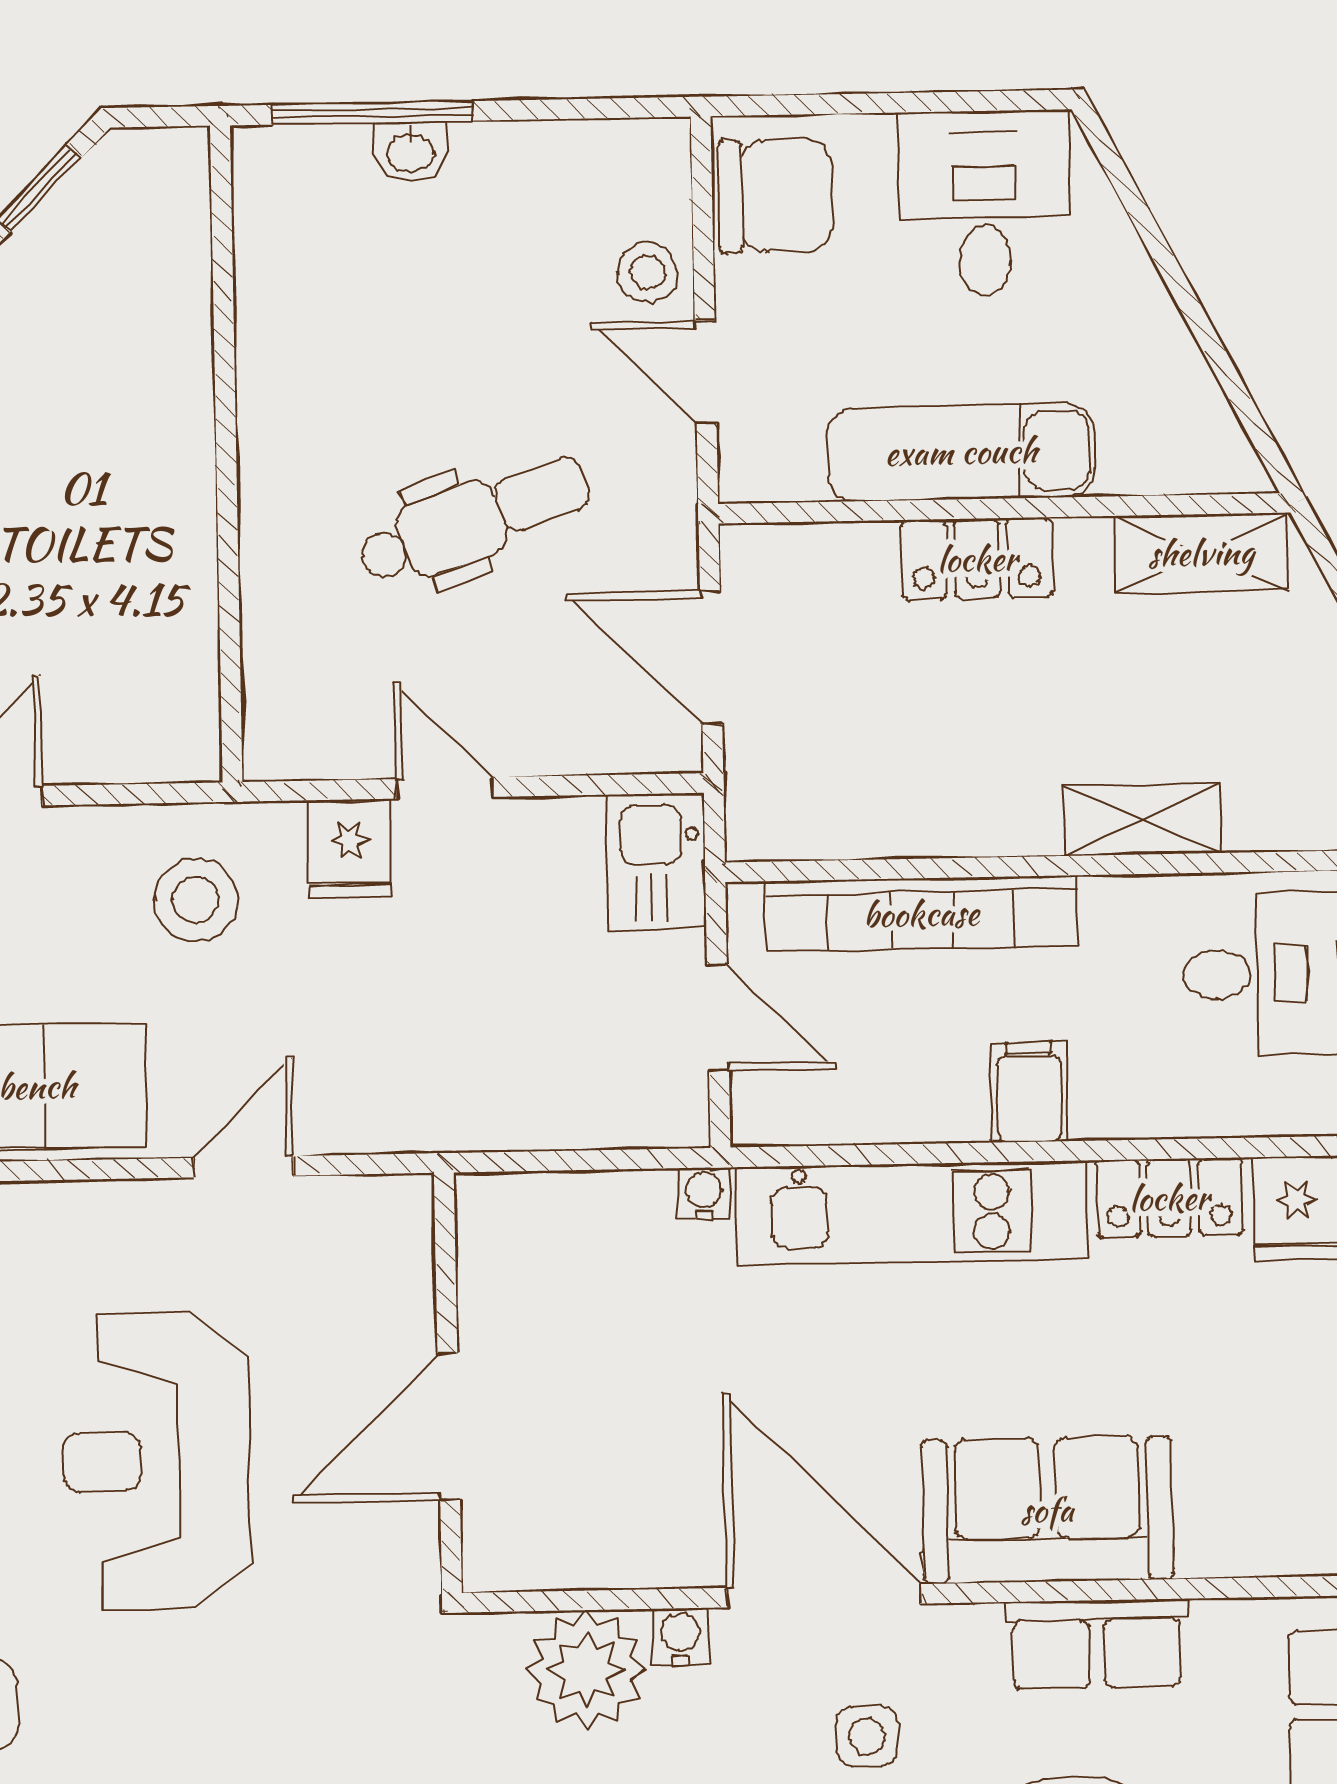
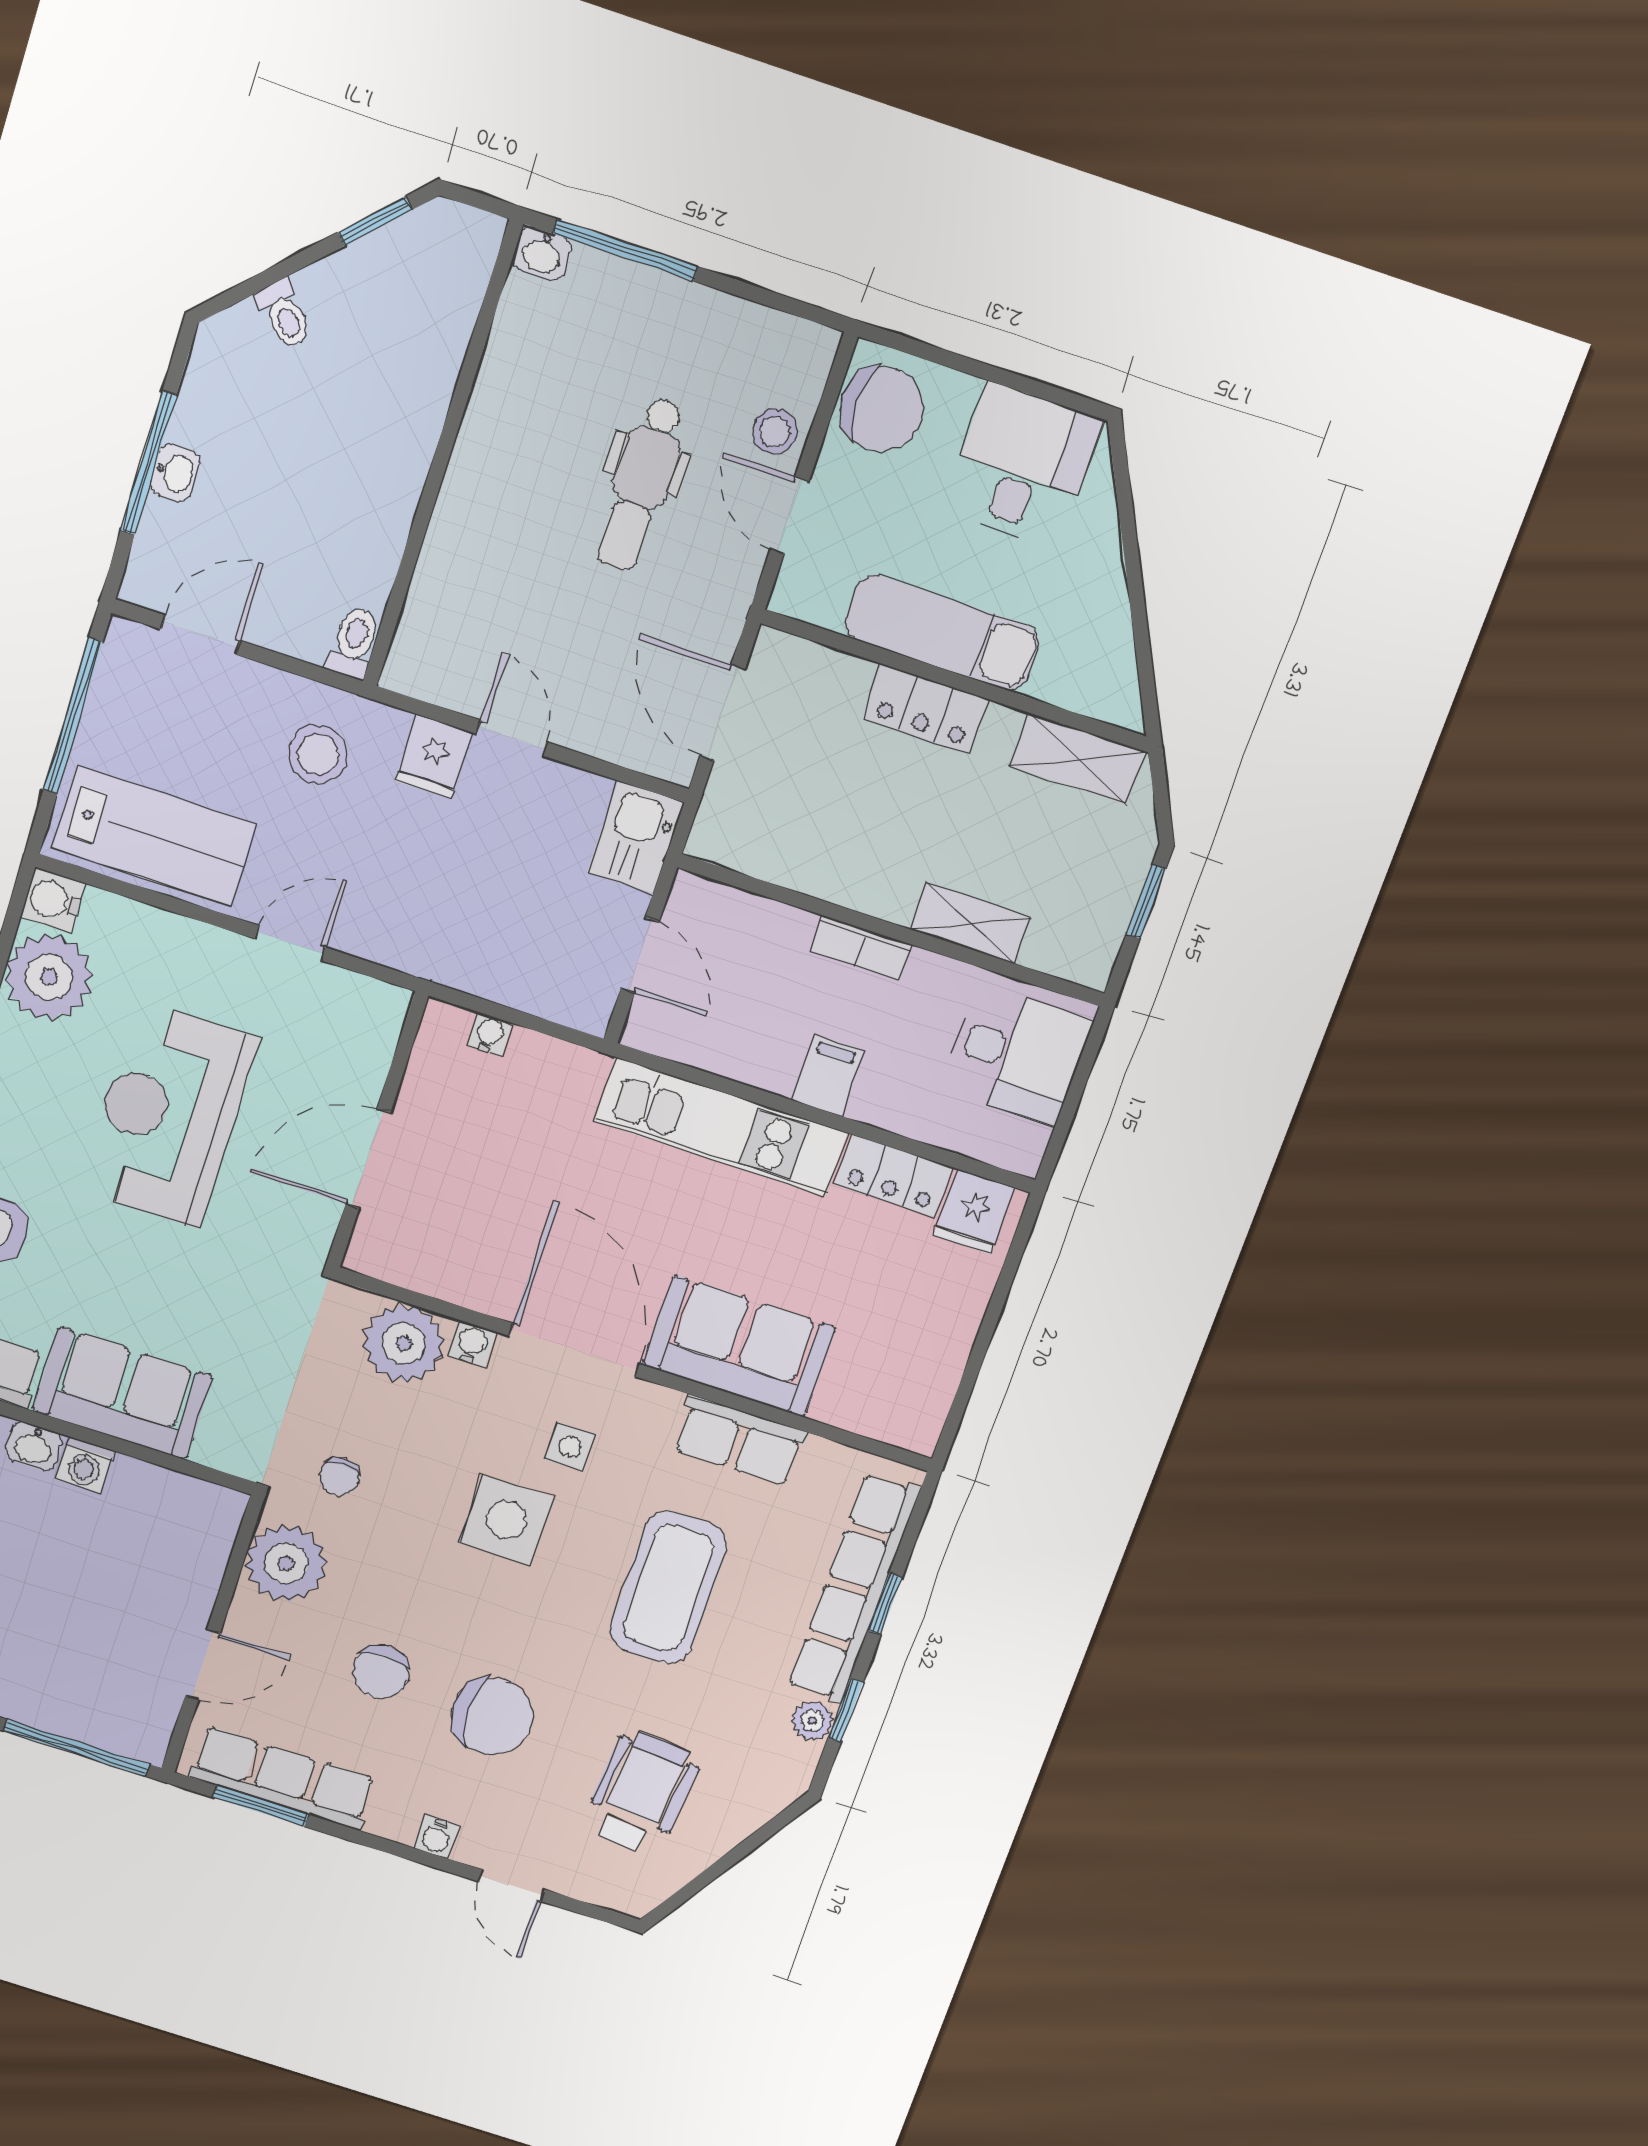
washbasin: (410, 152) -> (542, 254), moved
dental chair: (474, 520) -> (641, 484), moved, turned 110
toilet: (193, 736) -> (354, 643), added
bookcase: (921, 914) -> (861, 948), width x0.43, depth x0.76
water cooler: (704, 1194) -> (490, 1034), moved

